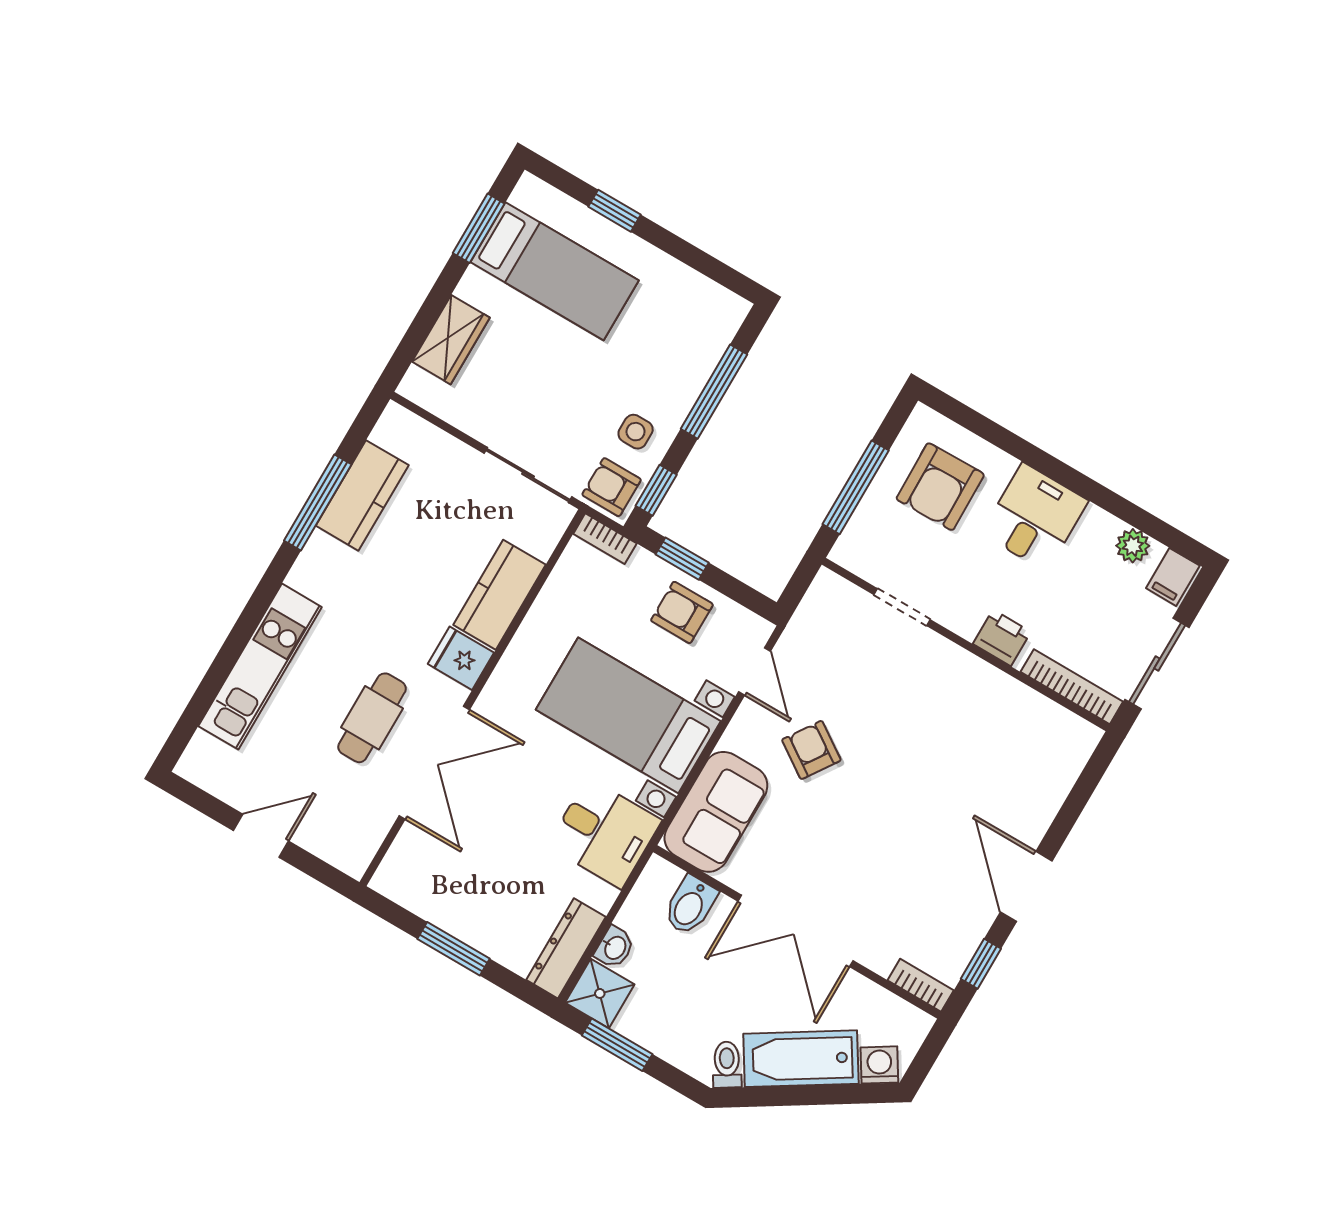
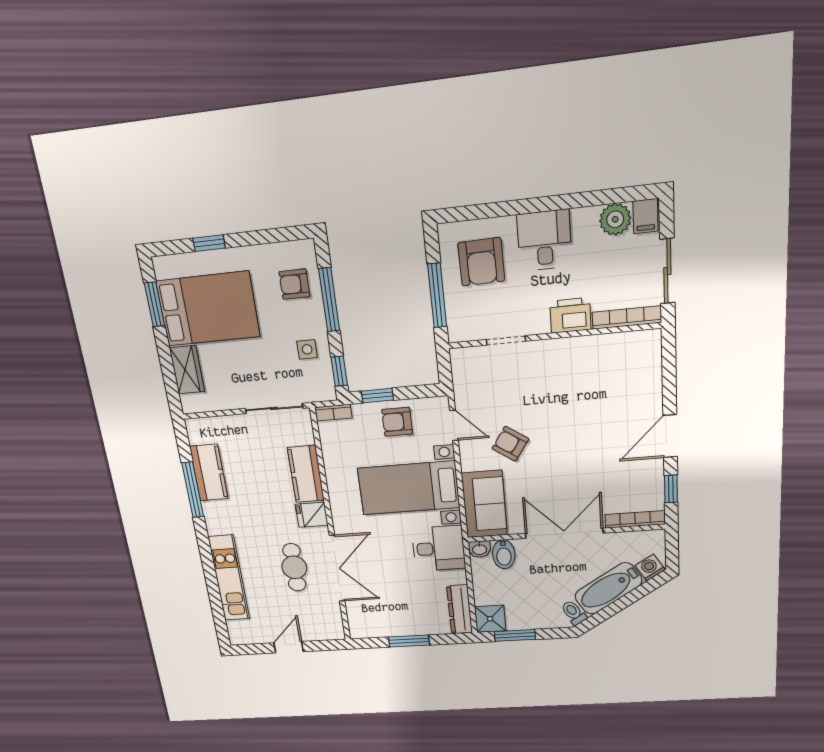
bed: (555, 271) -> (208, 309), width x1.50
armchair: (612, 487) -> (294, 284), moved
plant: (1133, 546) -> (615, 219), width x1.38, depth x1.38
printer: (1002, 638) -> (570, 315), width x1.36, depth x1.24
door: (1026, 886) -> (670, 436), hinge flipped
double door: (796, 931) -> (564, 533), swing flipped
washbasin: (615, 947) -> (480, 549), moved, turned 90
bookcase: (921, 985) -> (635, 519), width x1.56

